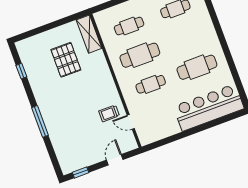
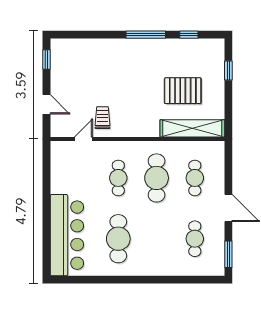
window: (38, 31) -> (228, 70), added
shelving: (89, 34) -> (192, 128), width x1.47
window: (40, 121) -> (146, 35), moved

